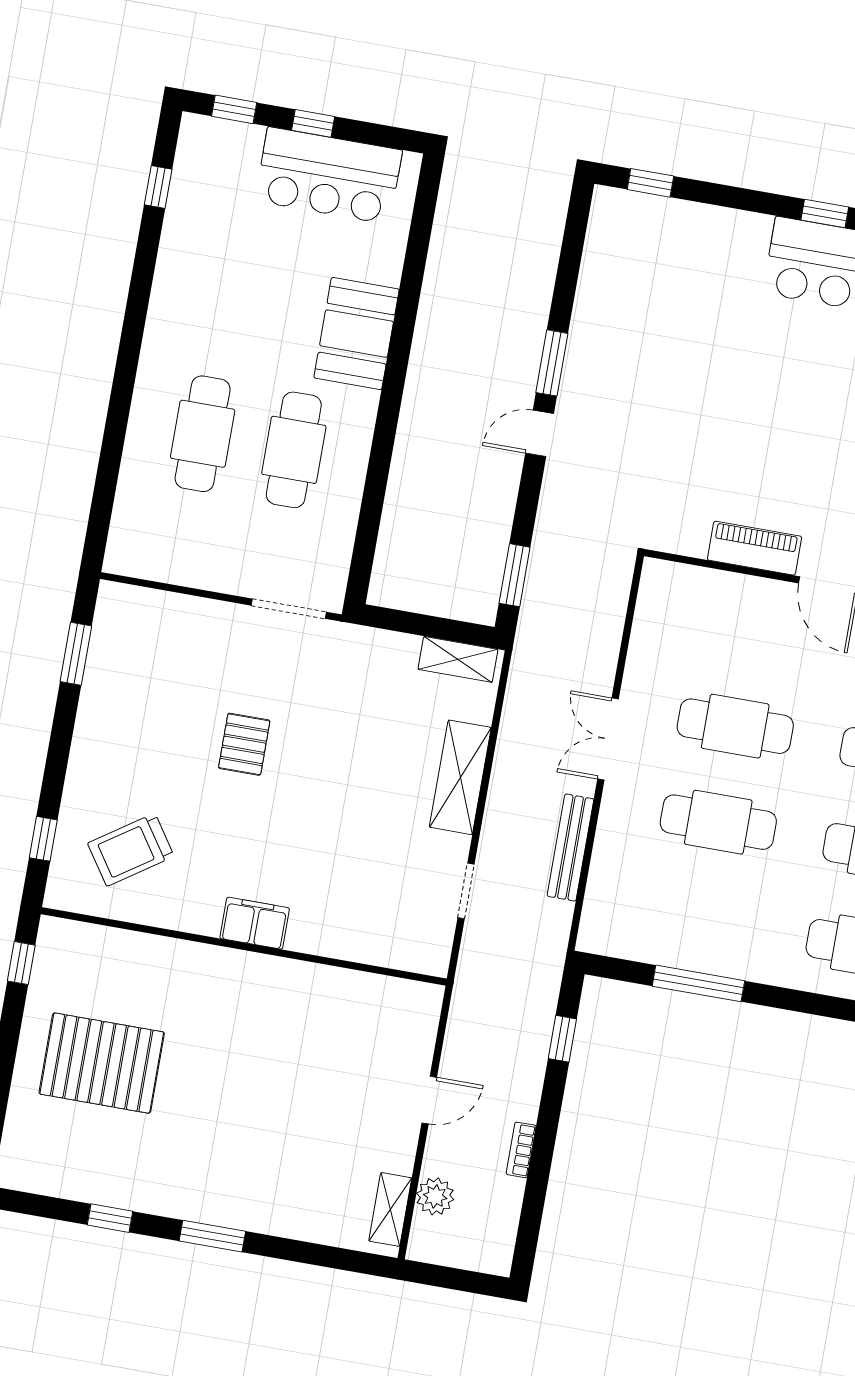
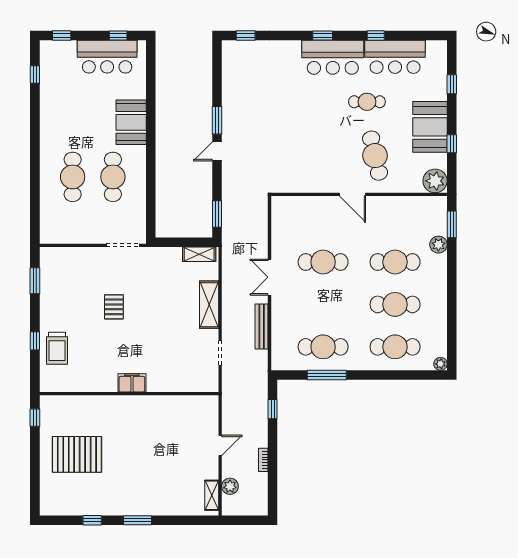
window: (313, 123) -> (118, 35), moved
piano: (755, 548) -> (318, 184), removed
cafe table: (718, 822) -> (323, 347), moved
window: (43, 839) -> (35, 341), moved
trolley: (131, 850) -> (57, 348), moved, turned -56

